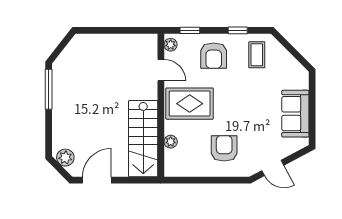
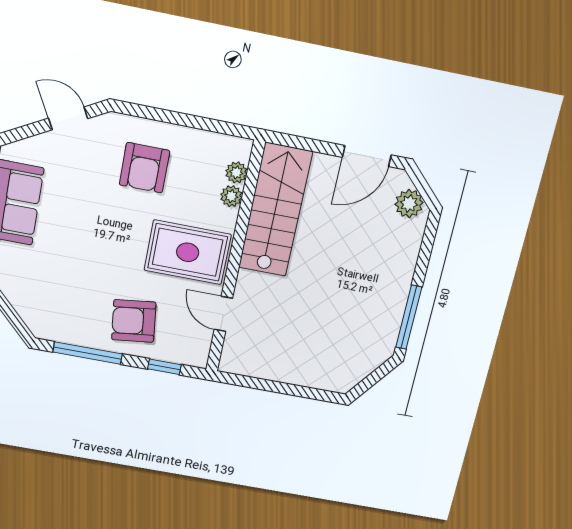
window: (238, 30) -> (88, 353), width x2.17
plant: (171, 45) -> (236, 172), moved
coffee table: (257, 55) -> (63, 309), removed
armchair: (214, 56) -> (134, 321), turned -97

